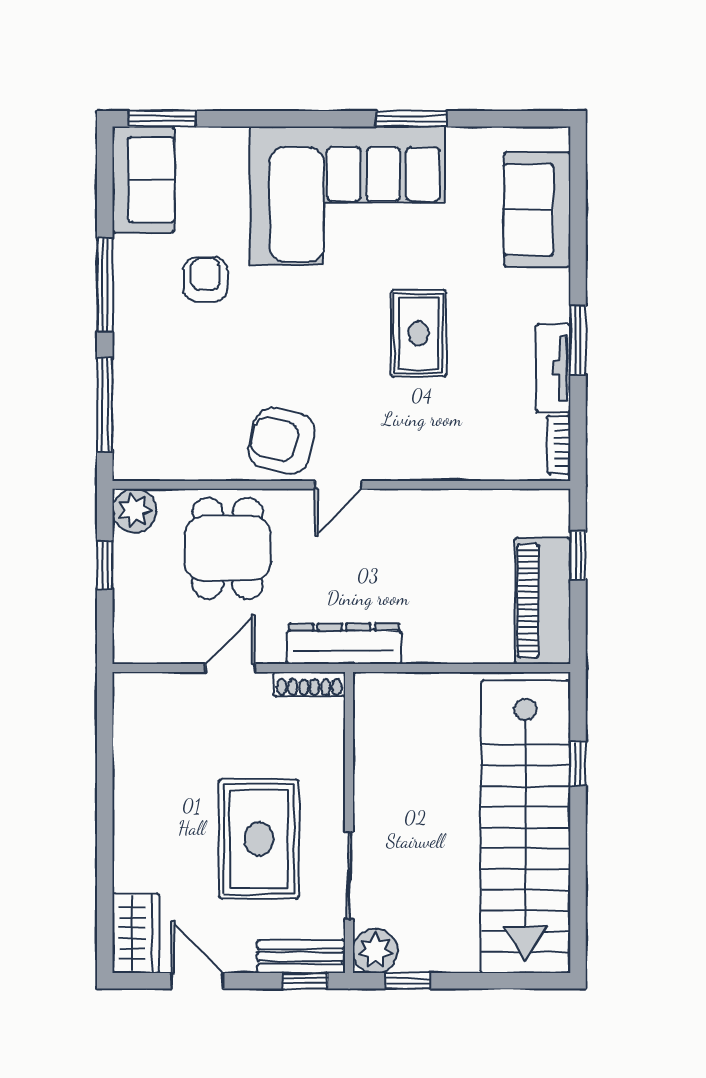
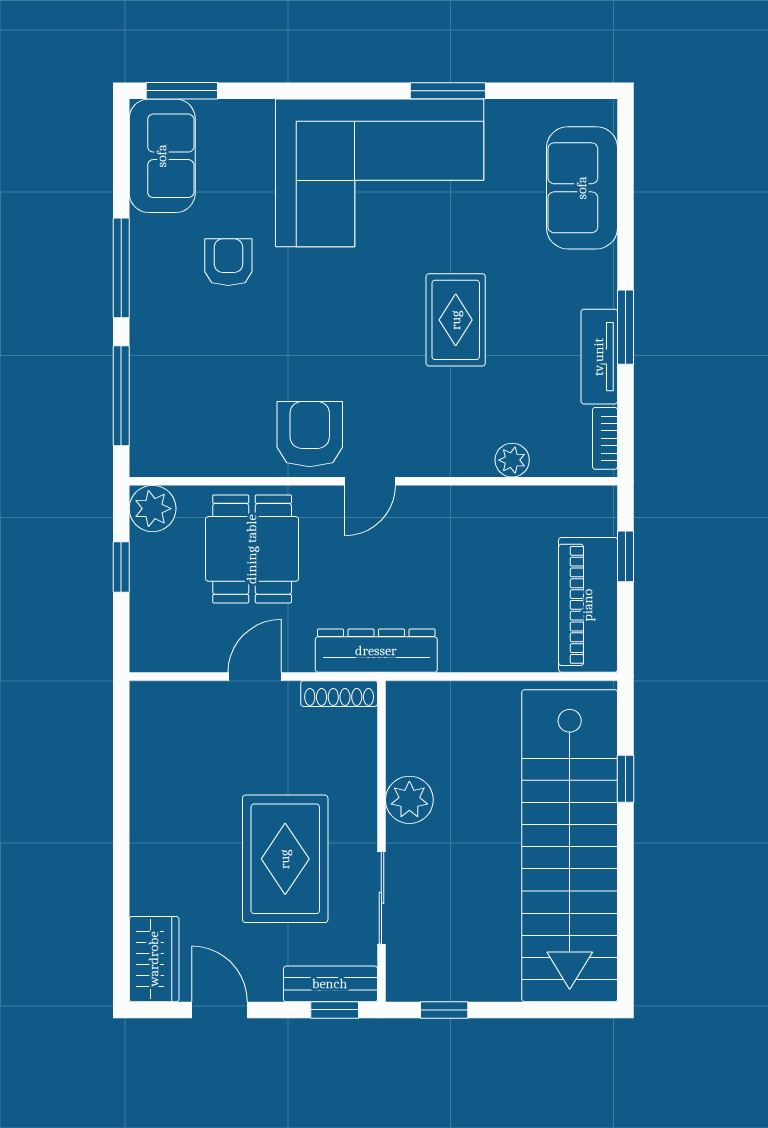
armchair: (282, 441) -> (310, 434), turned 76
plant: (472, 465) -> (512, 460), added
plant: (375, 951) -> (409, 800), moved

